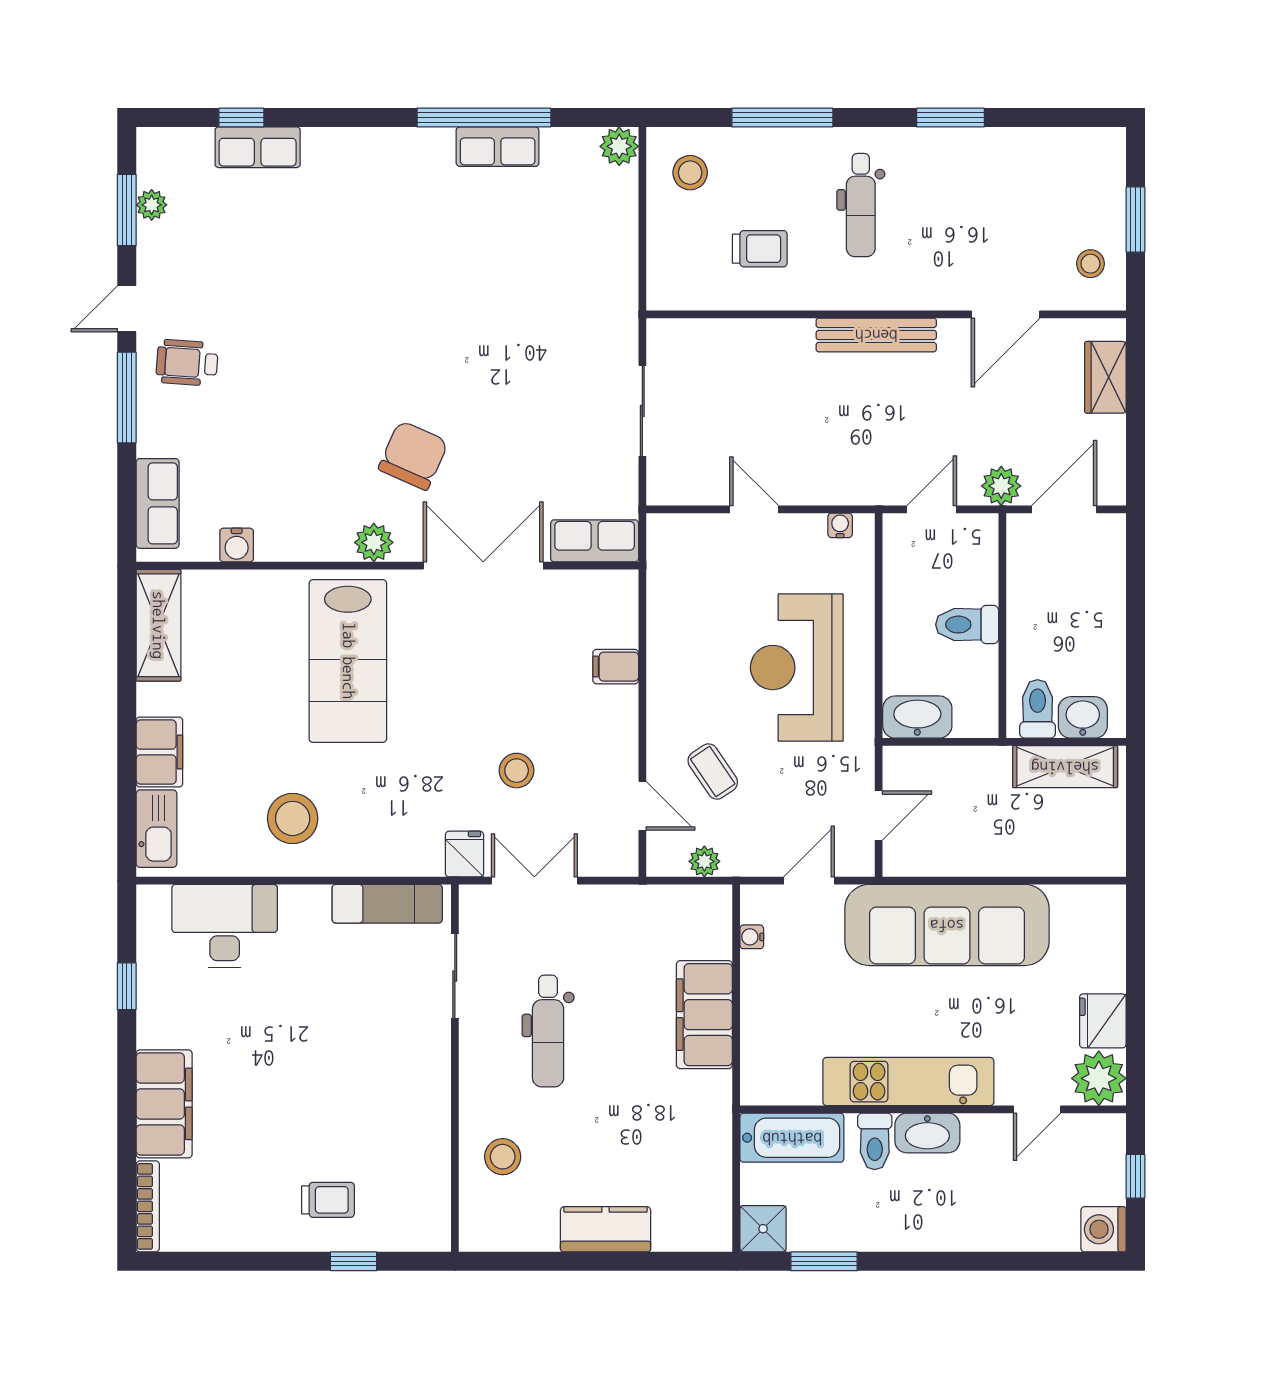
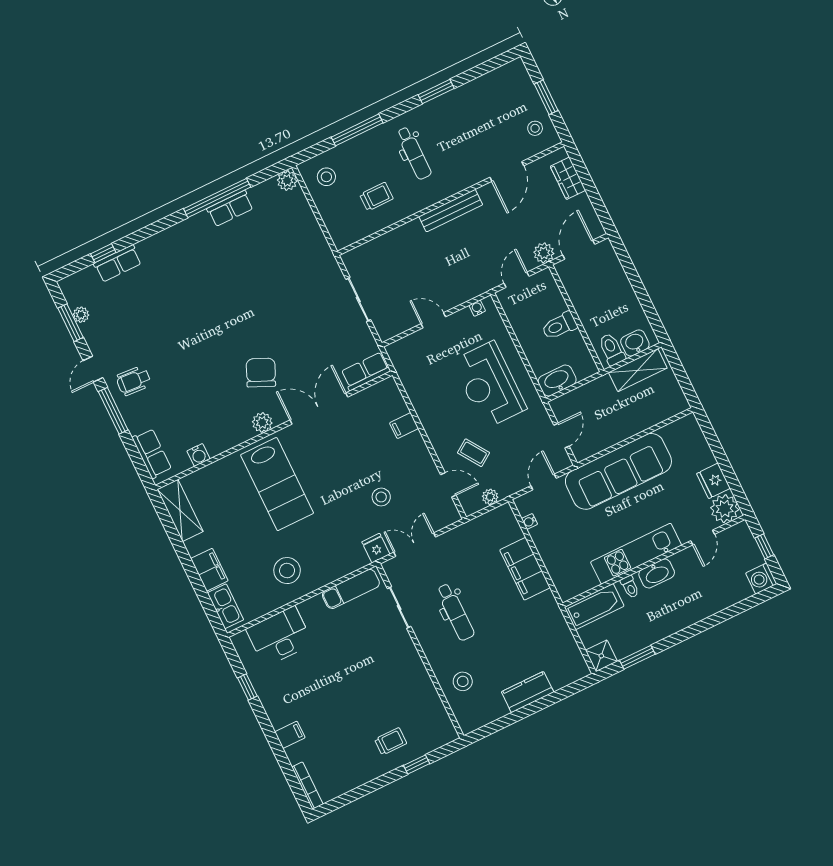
filing cabinet: (164, 1104) -> (290, 735), width x0.33, depth x0.86
toilet: (875, 1141) -> (630, 587), width x0.73, depth x0.72

